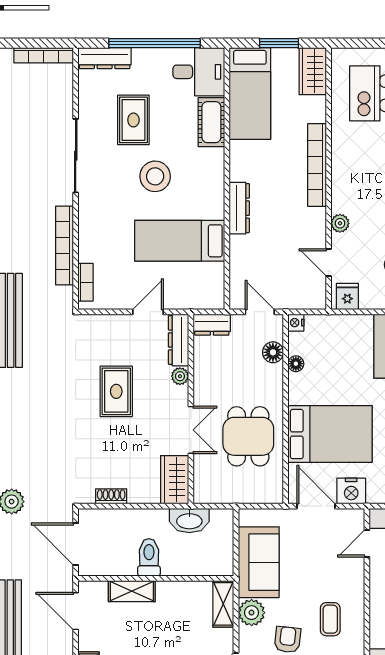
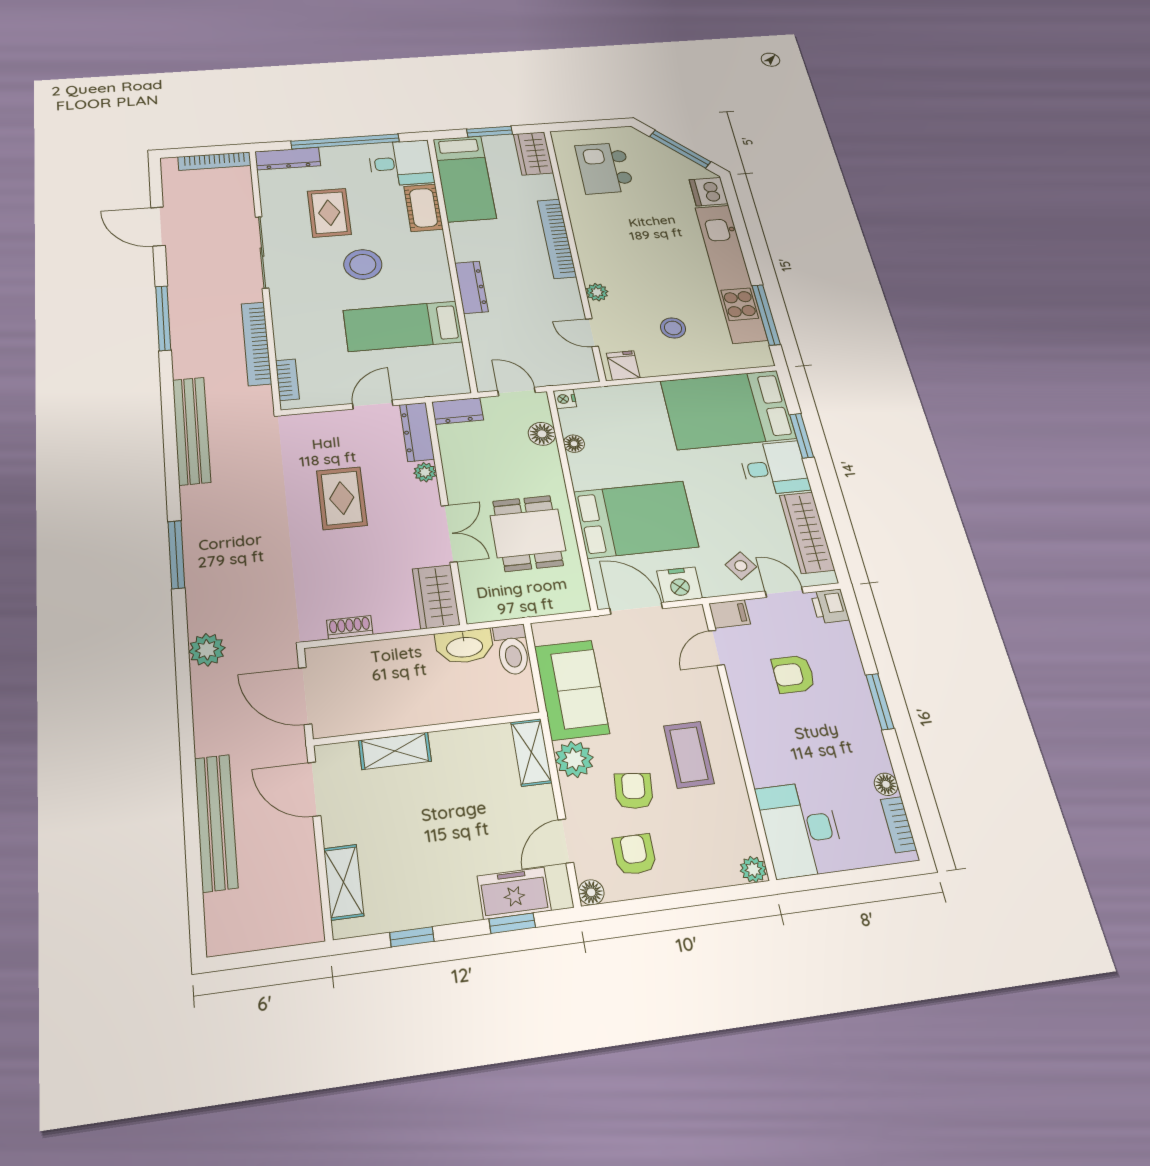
toilet: (149, 557) -> (512, 650), moved, turned 180
coffee table: (330, 619) -> (689, 755), width x1.36, depth x1.30

